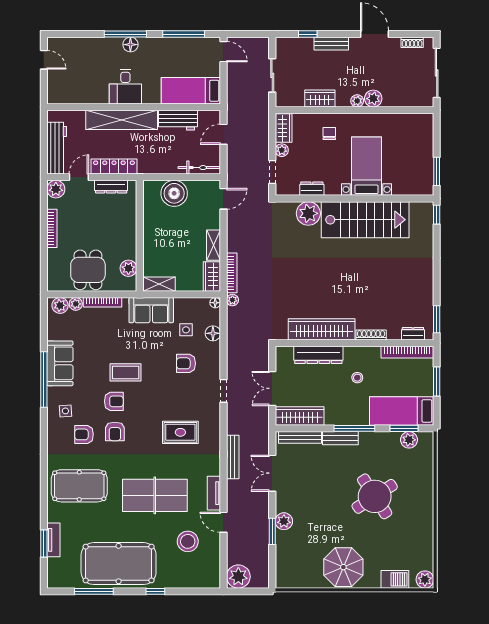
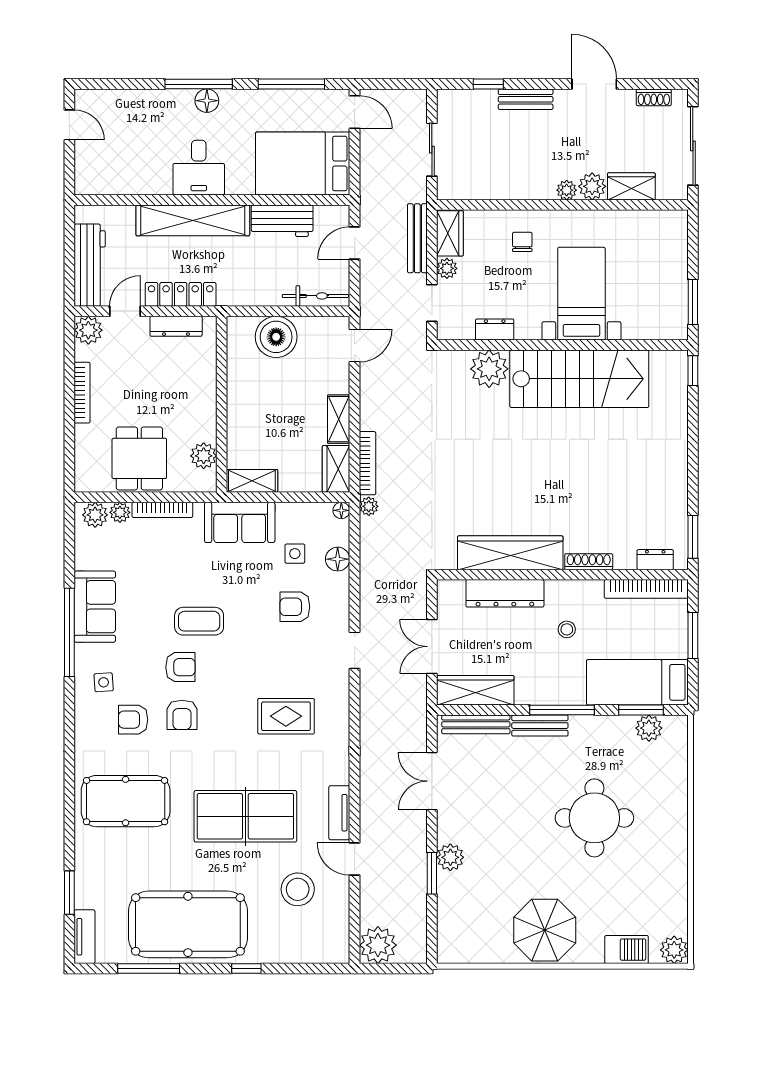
bed: (191, 91) -> (303, 164), width x1.50
wardrobe: (320, 98) -> (631, 186), moved
bench: (233, 457) -> (417, 238), moved
round table: (375, 496) -> (594, 818), turned 33
tv unit: (53, 540) -> (84, 937), moved

